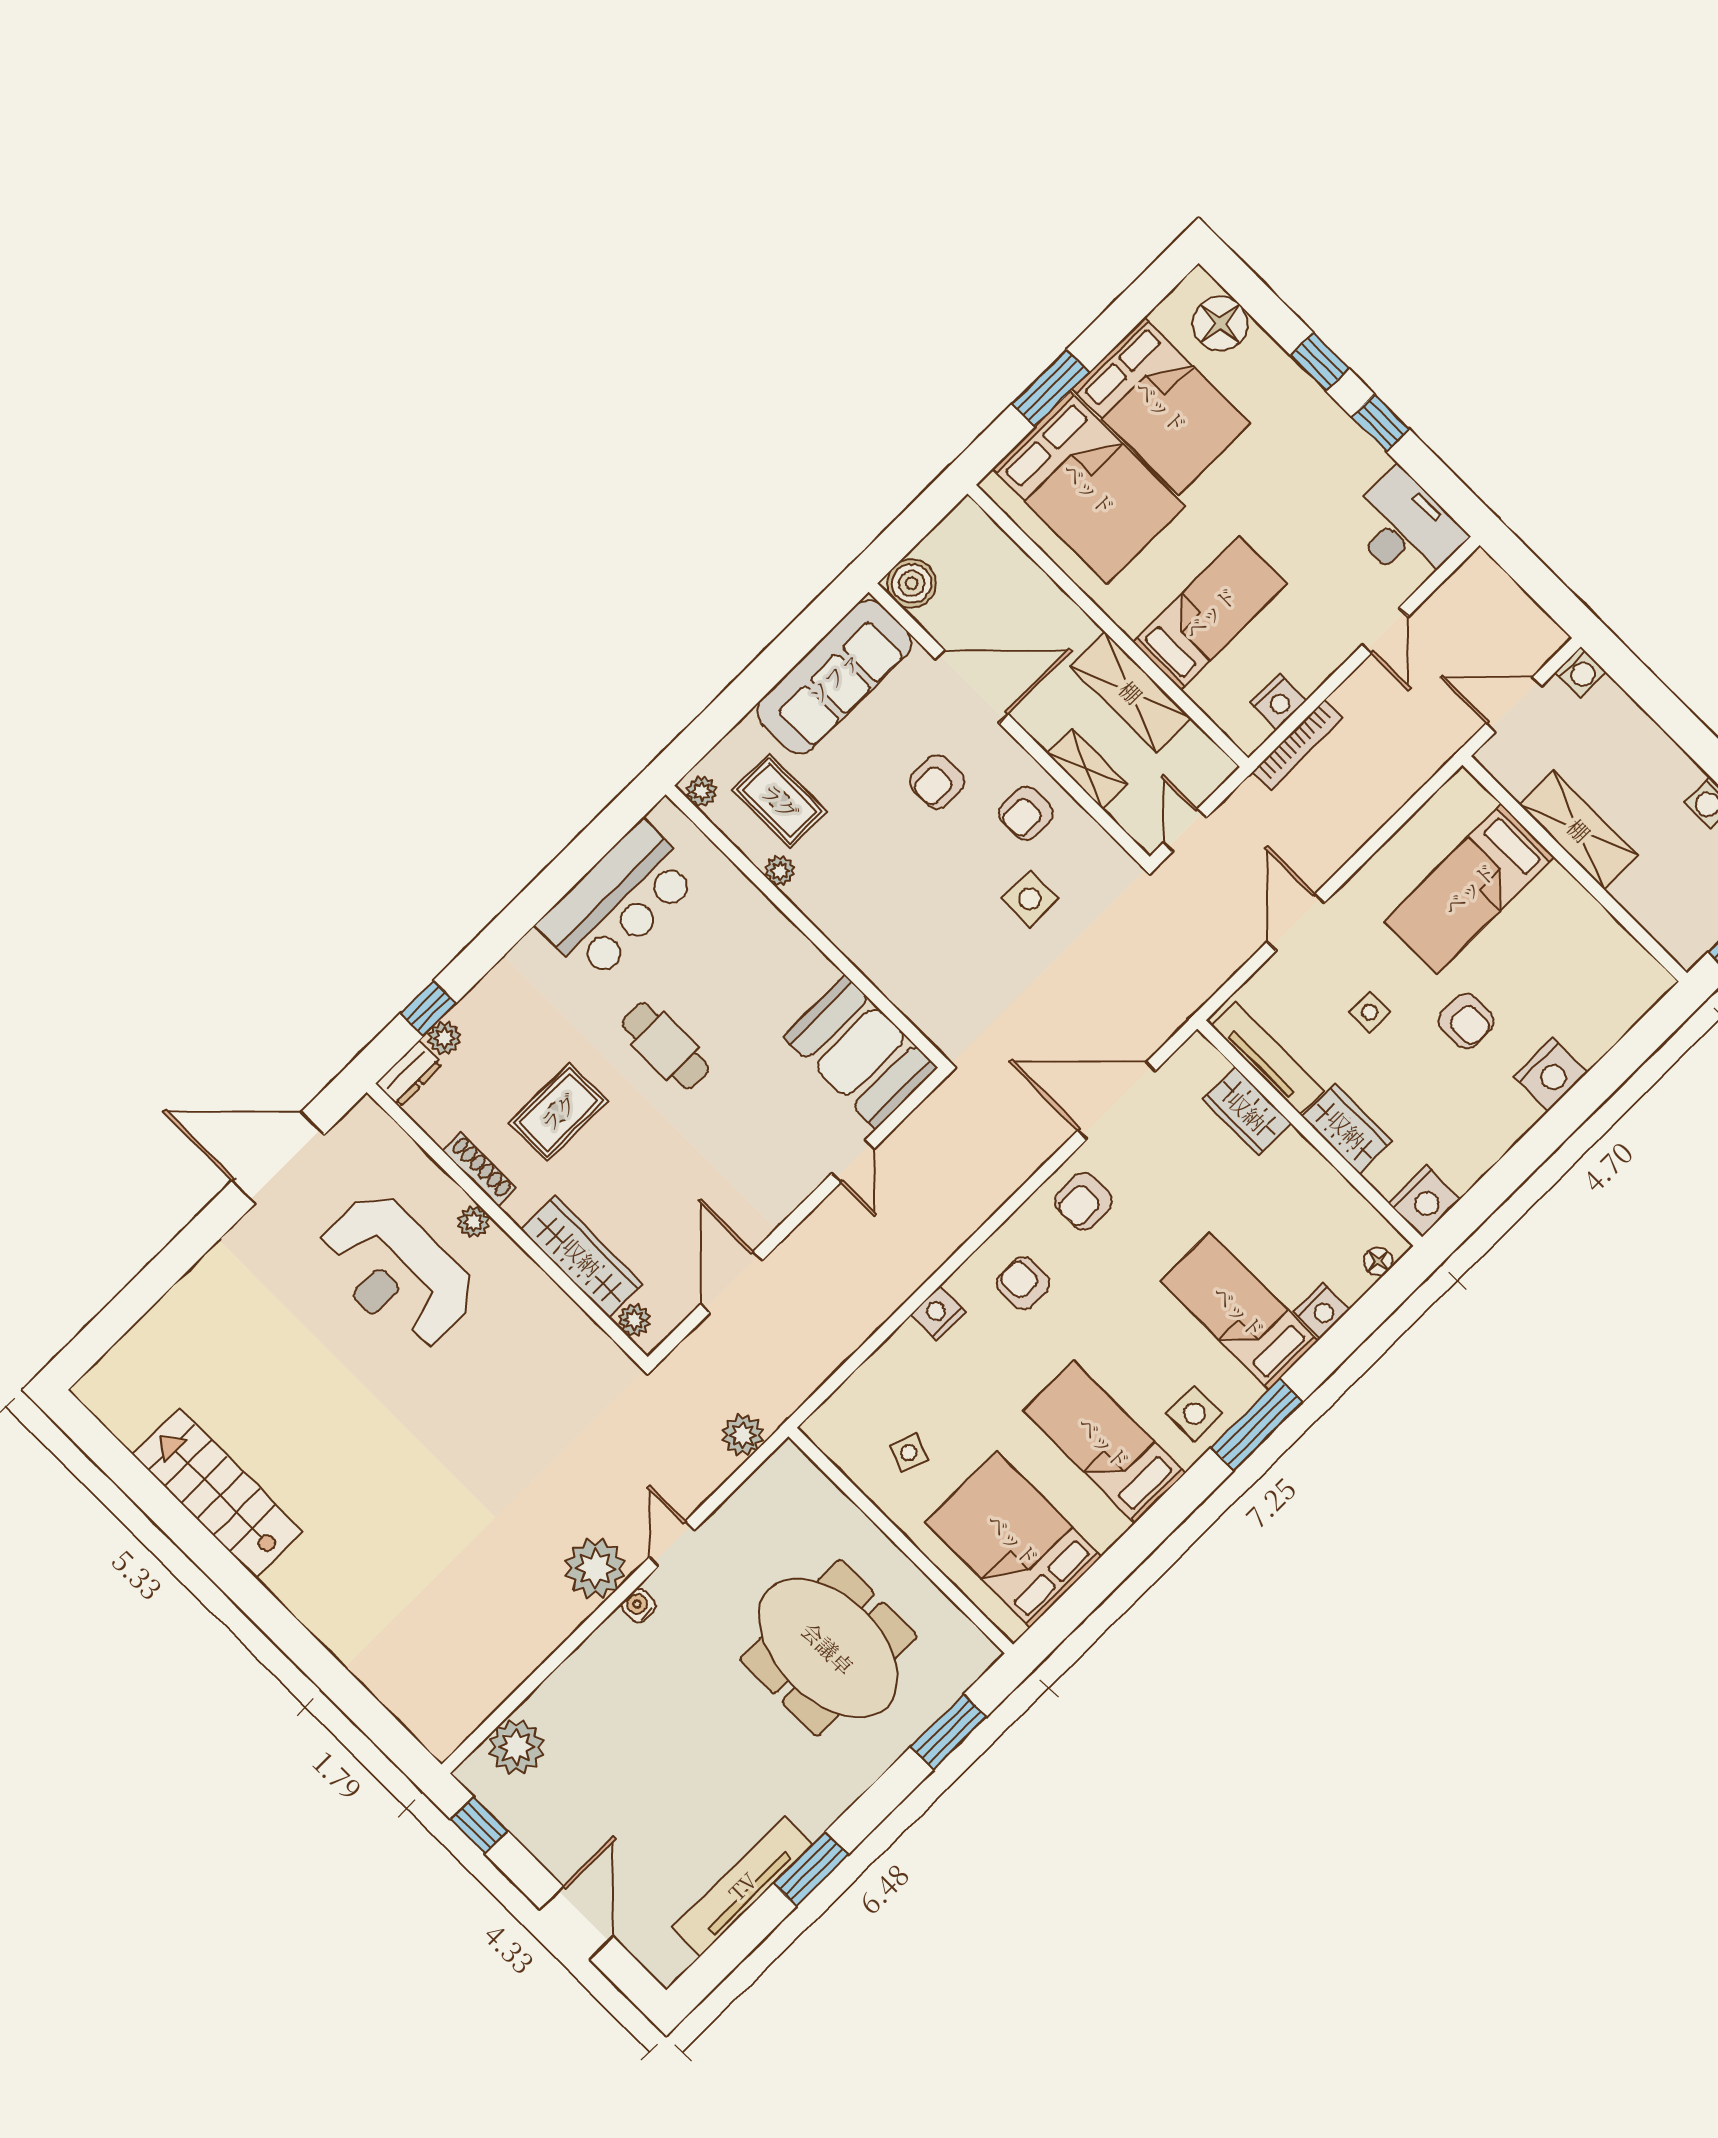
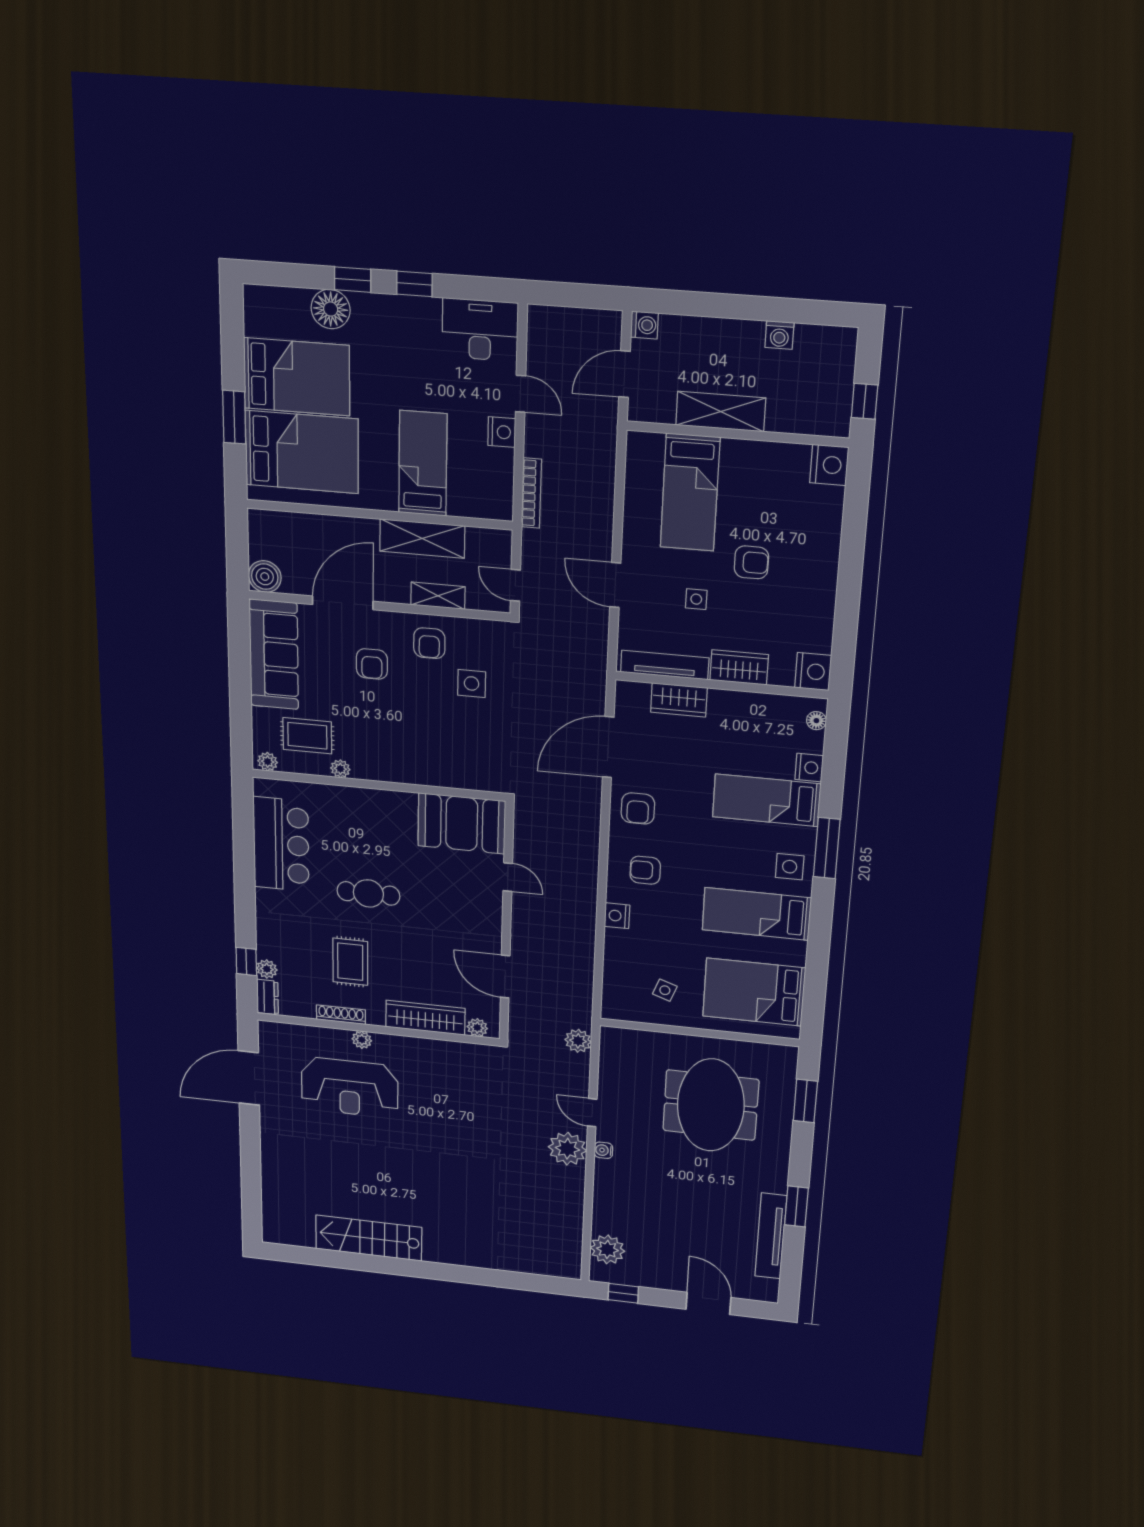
floor lamp: (1220, 323) -> (331, 309), moved
nightstand: (1278, 702) -> (502, 432), moved
nightstand: (1551, 1074) -> (829, 465), moved
meeting table: (828, 1648) -> (711, 1105), turned 90

